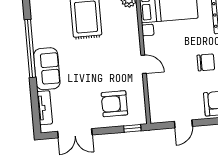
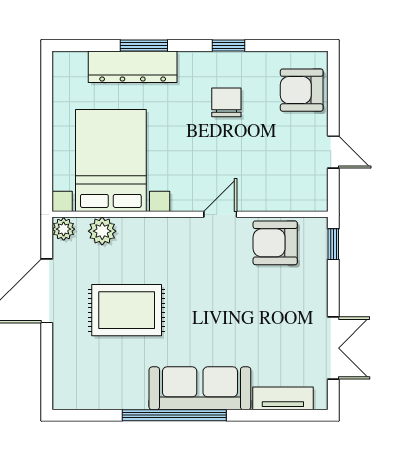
sofa: (47, 69) -> (200, 388), width x1.36
armchair: (114, 104) -> (275, 243), moved, turned 90

